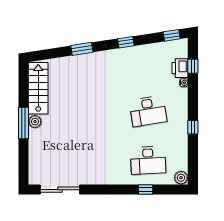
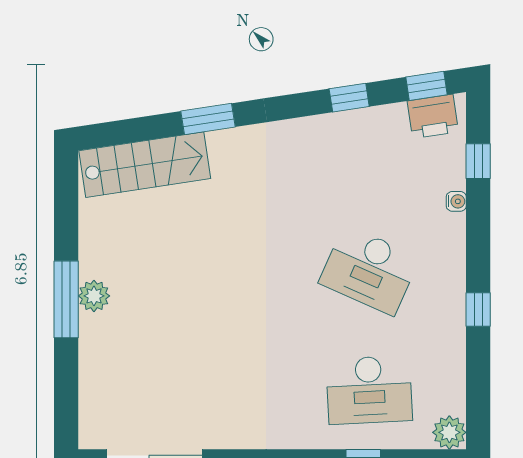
window: (126, 42) -> (349, 98), moved
printer: (180, 68) -> (433, 116), moved, turned -99
stairs: (38, 88) -> (145, 165), moved, turned 81
desk: (148, 111) -> (369, 270), turned 33

